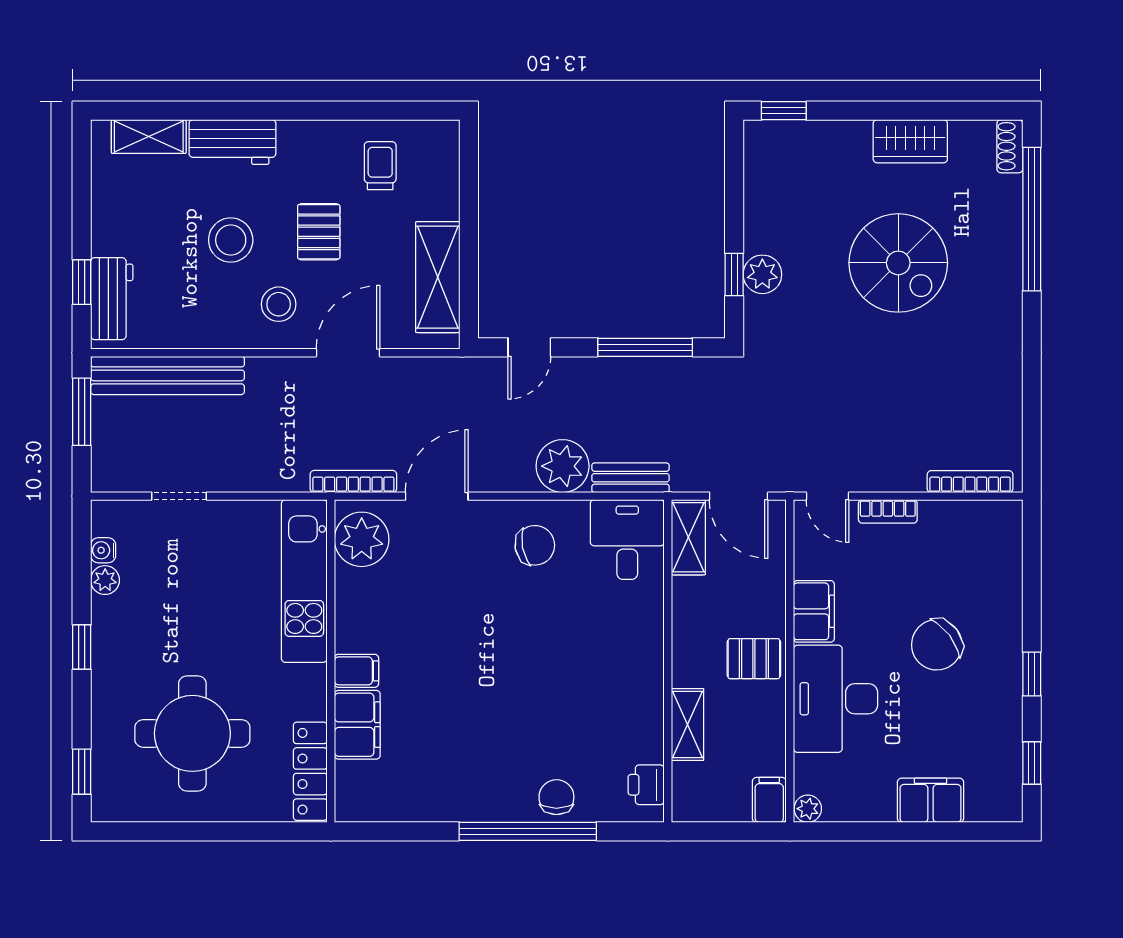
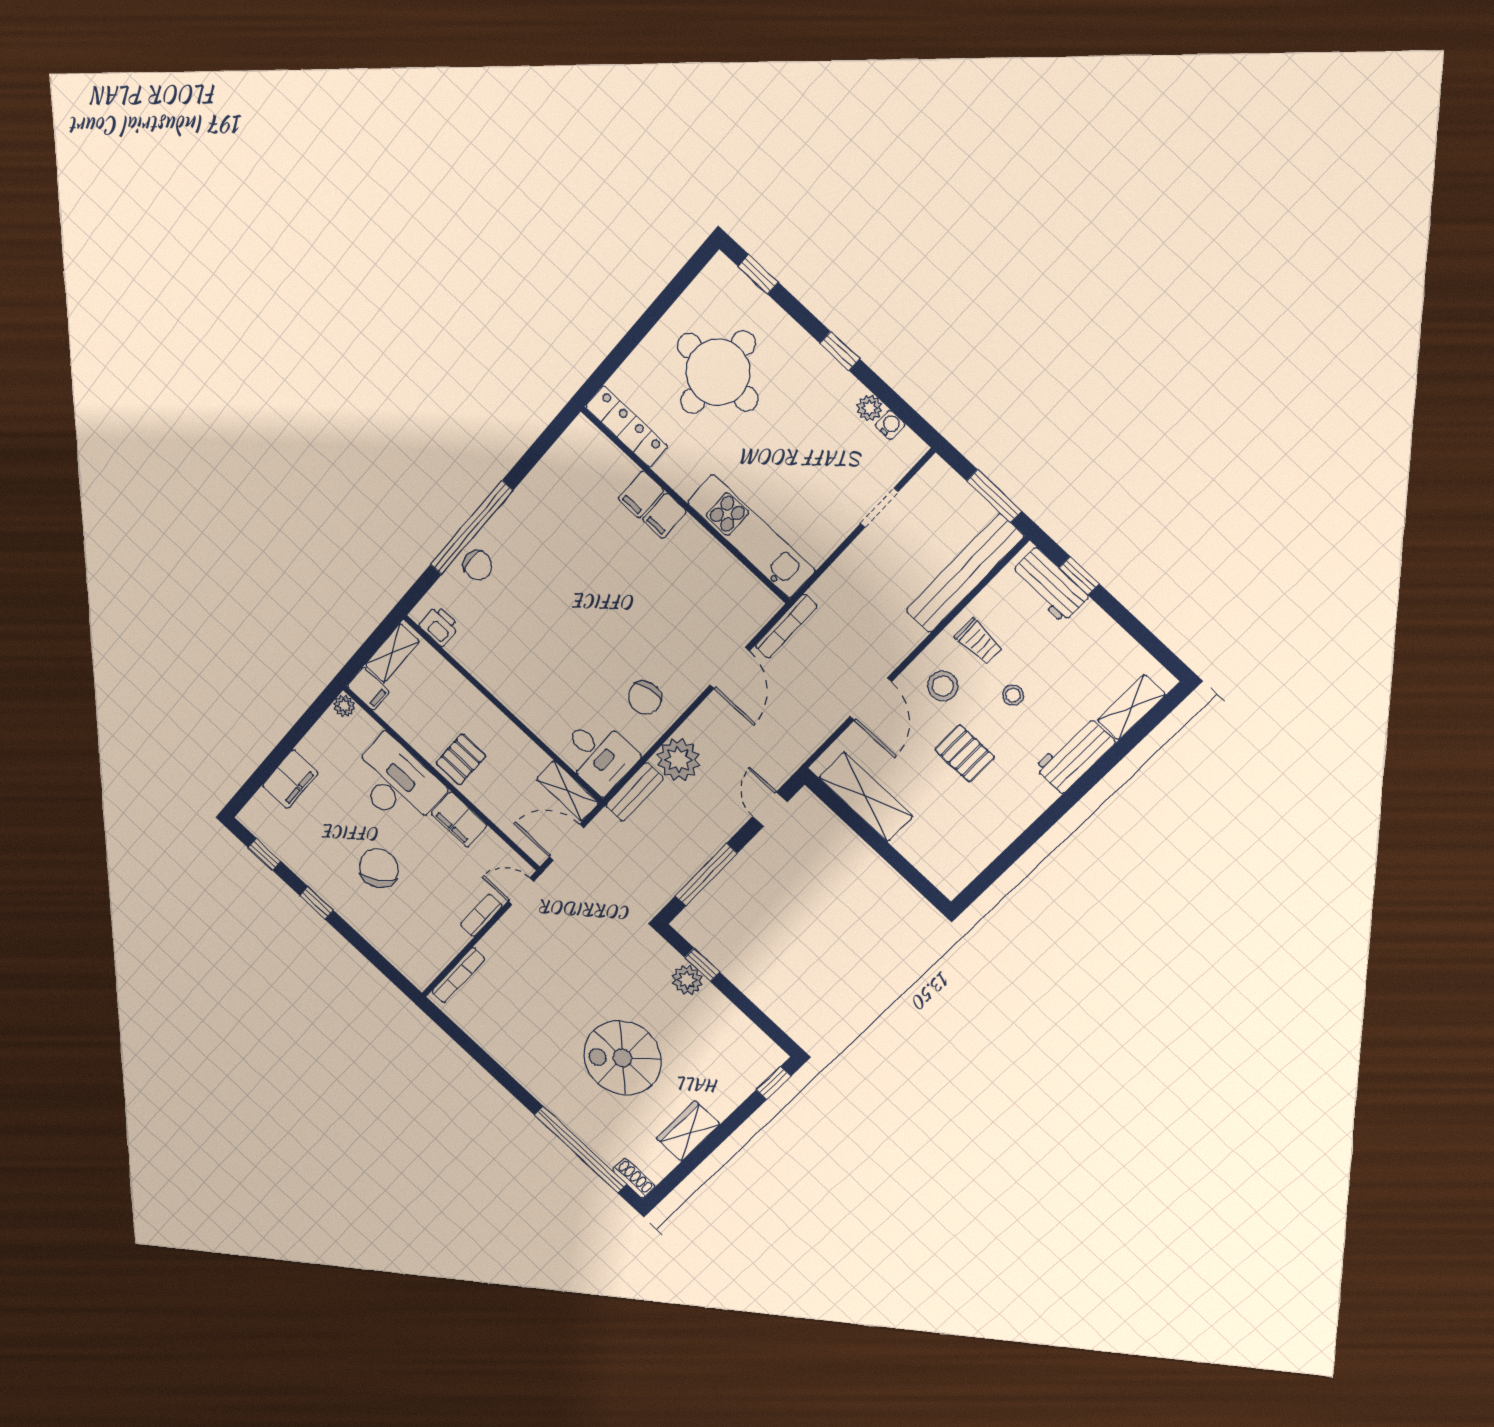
trolley: (380, 166) -> (979, 642), moved
stool: (231, 240) -> (1013, 695), width x0.53, depth x0.53
plant: (362, 539) -> (745, 597), removed
filing cabinet: (357, 725) -> (641, 494), width x0.50
shelving: (688, 725) -> (392, 653), moved, turned 90

